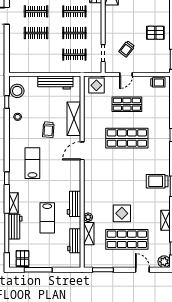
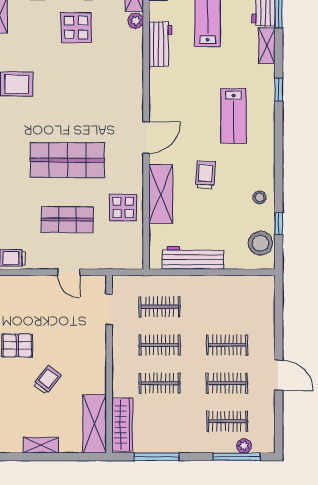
trolley: (127, 49) -> (47, 380), moved
door: (126, 74) -> (69, 272), swing flipped
display table: (96, 85) -> (123, 207), moved

